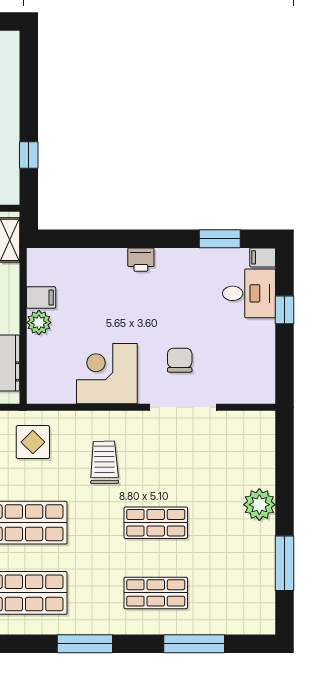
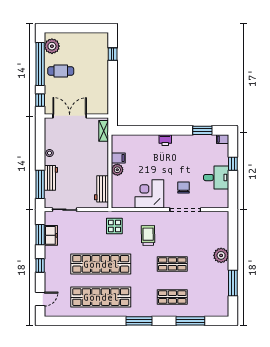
window: (29, 155) -> (113, 54), moved
desk: (249, 293) -> (216, 178), moved

